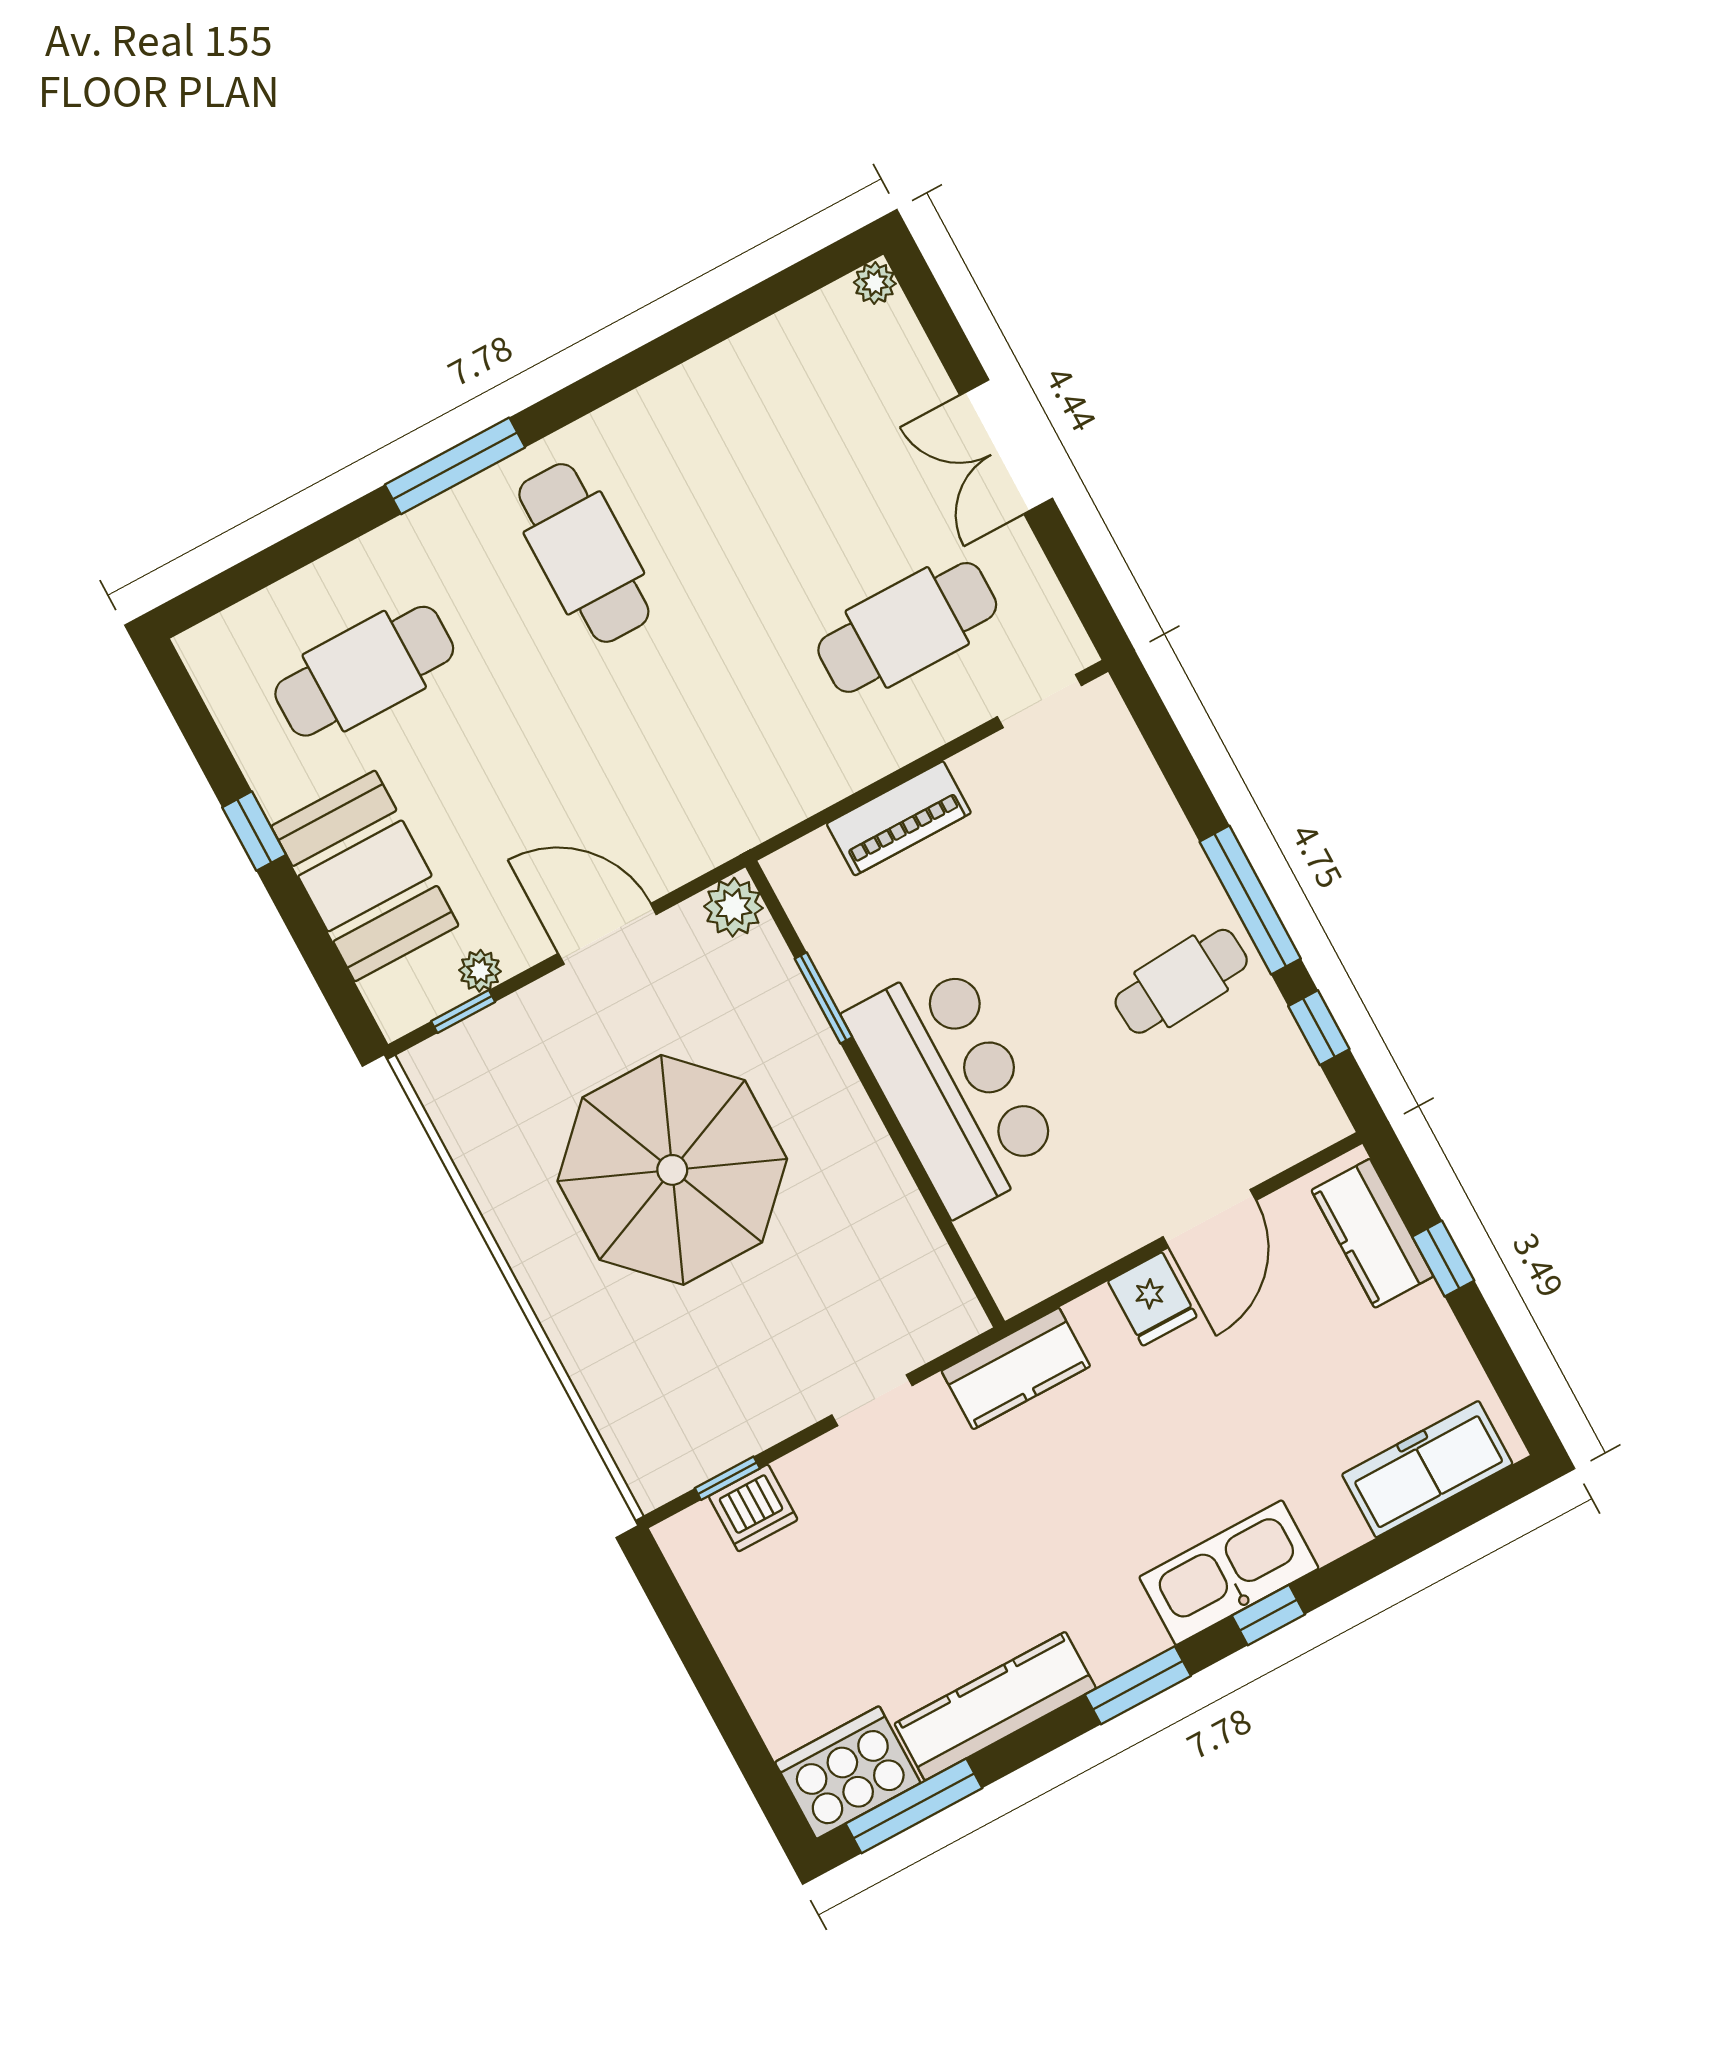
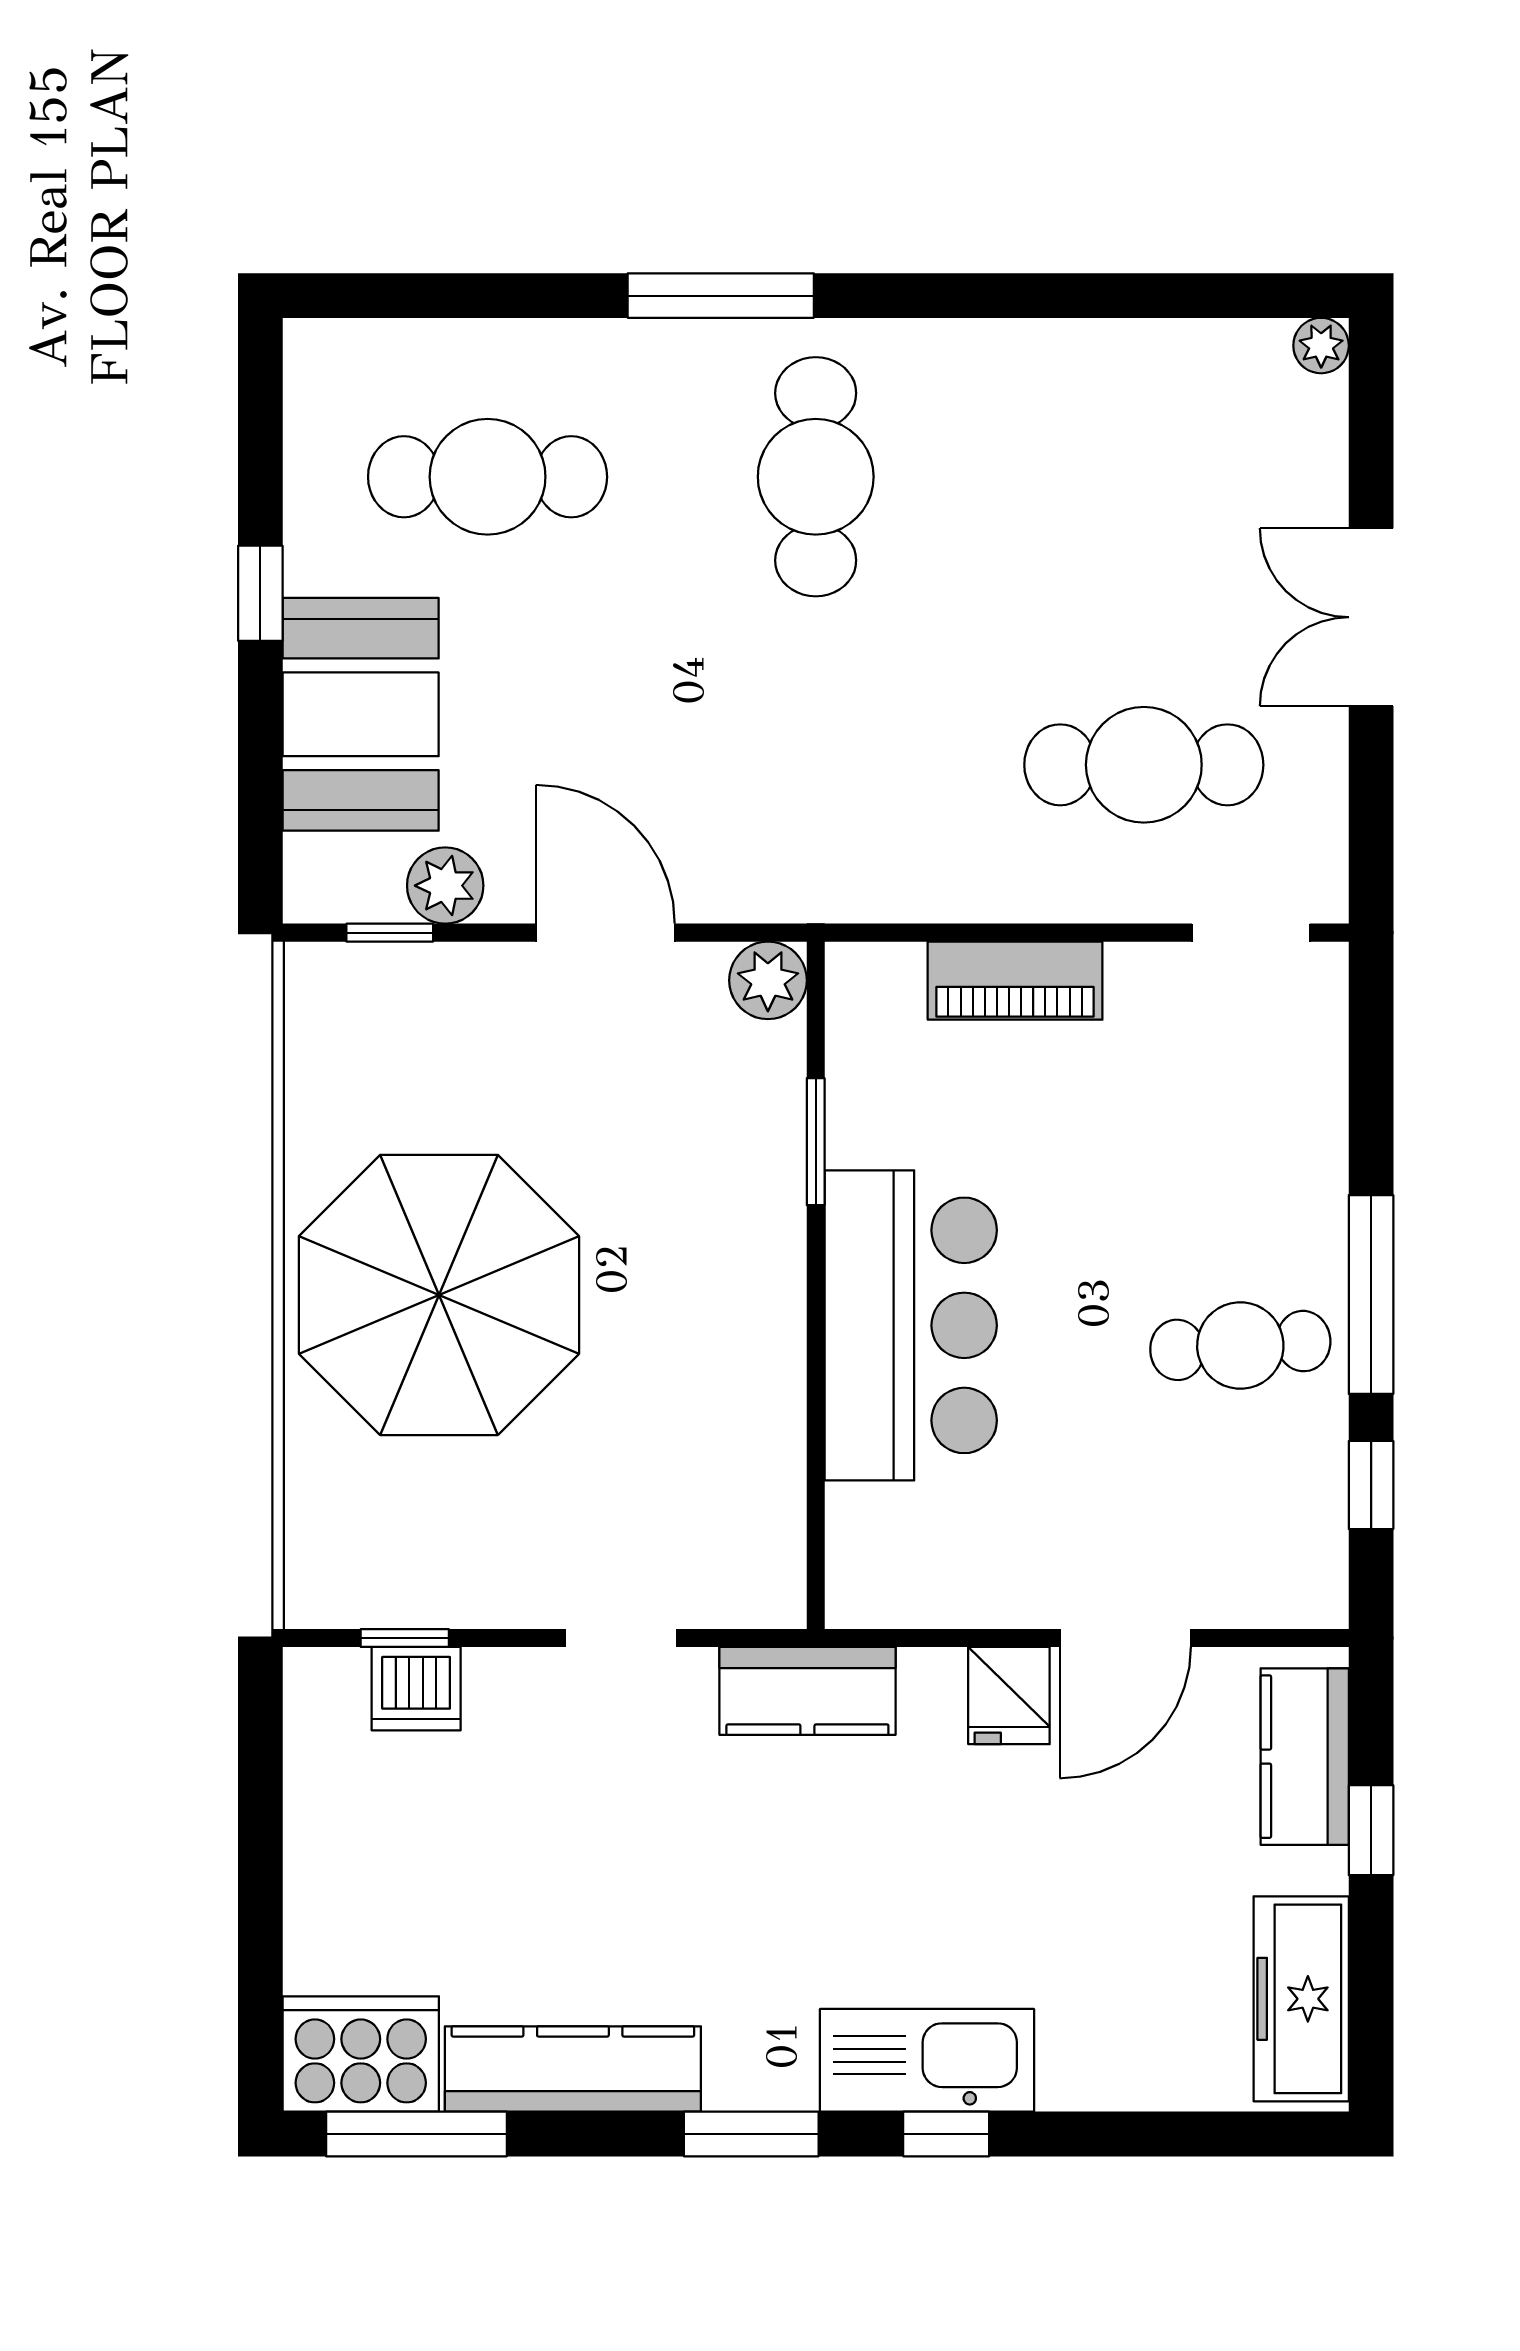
plant: (480, 971) -> (445, 886), width x1.38, depth x1.38
parasol: (672, 1170) -> (439, 1295), moved
freezer: (1427, 1469) -> (1301, 1999), moved, turned -90

